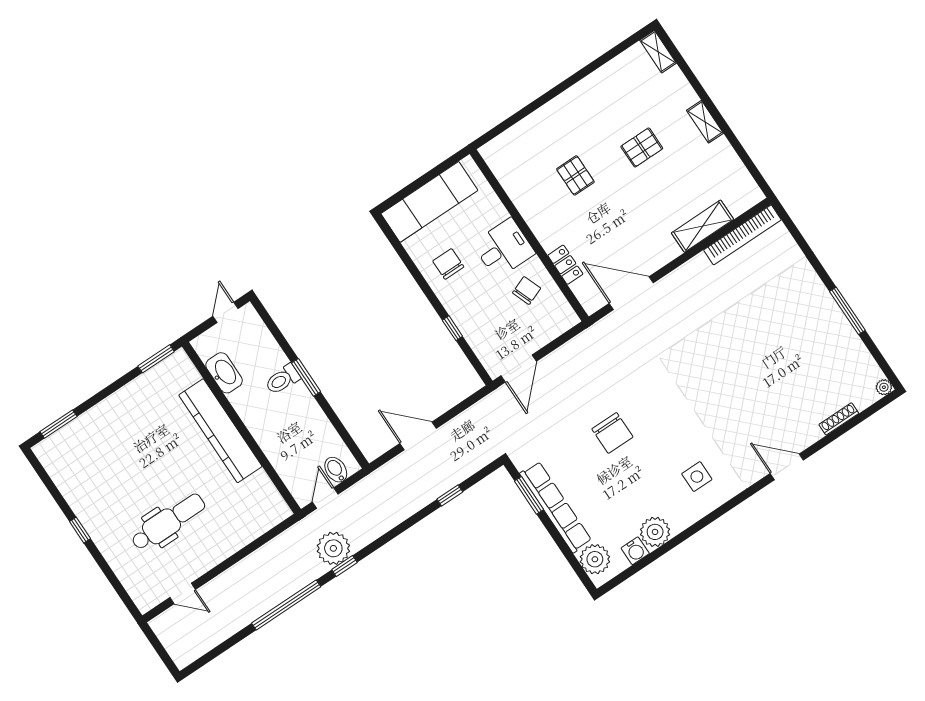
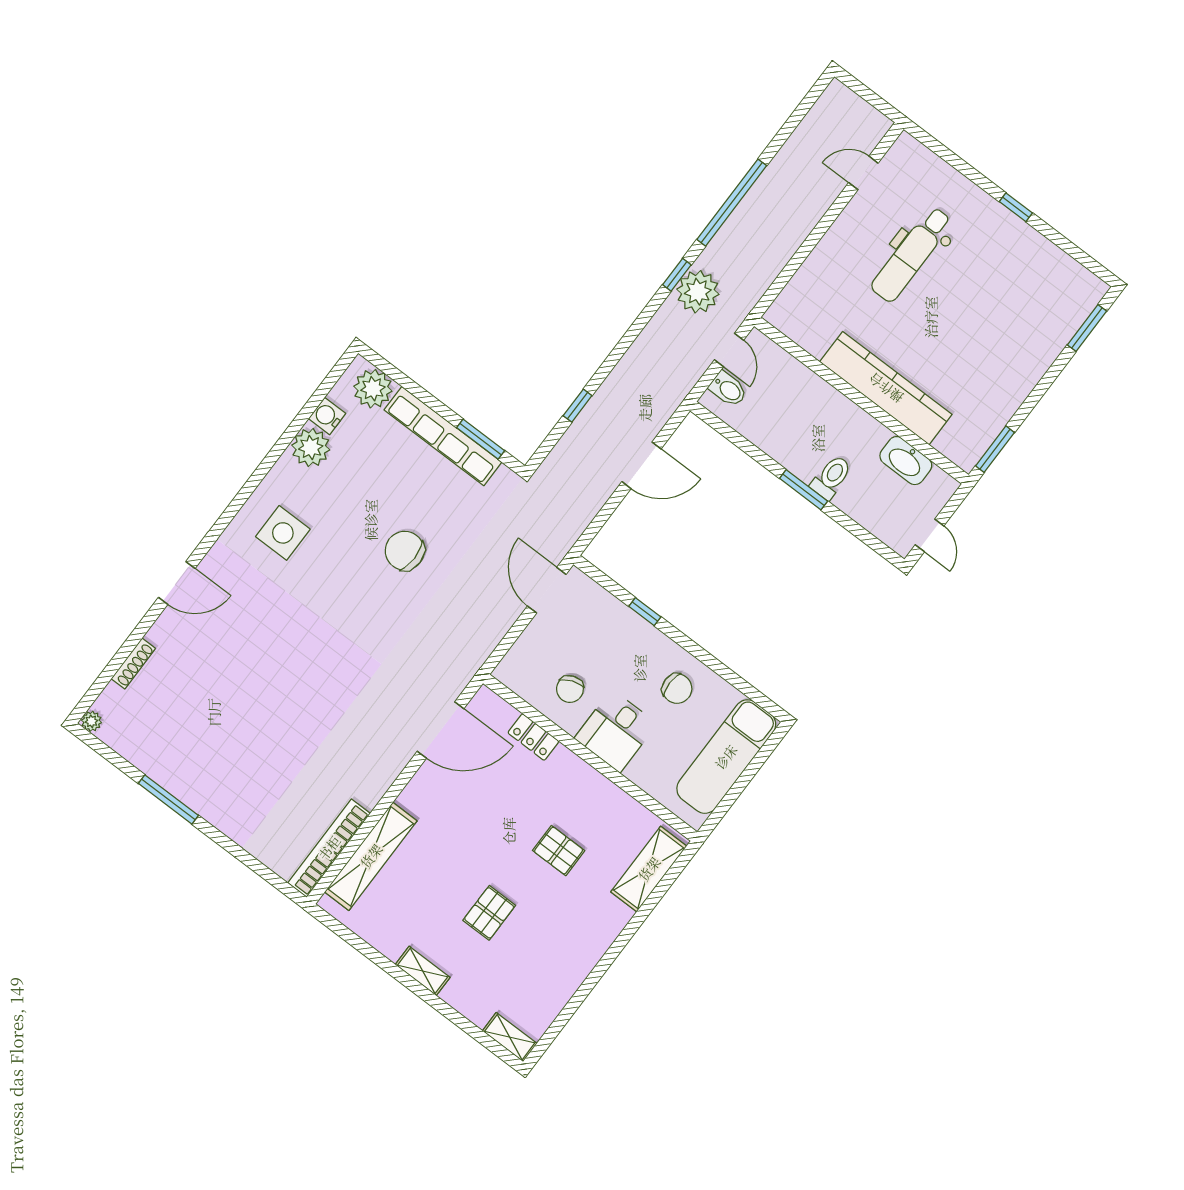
shelving: (514, 139) -> (649, 869), added
shelving: (702, 226) -> (371, 856), width x1.47
side table: (697, 477) -> (283, 533), width x1.37, depth x1.37

